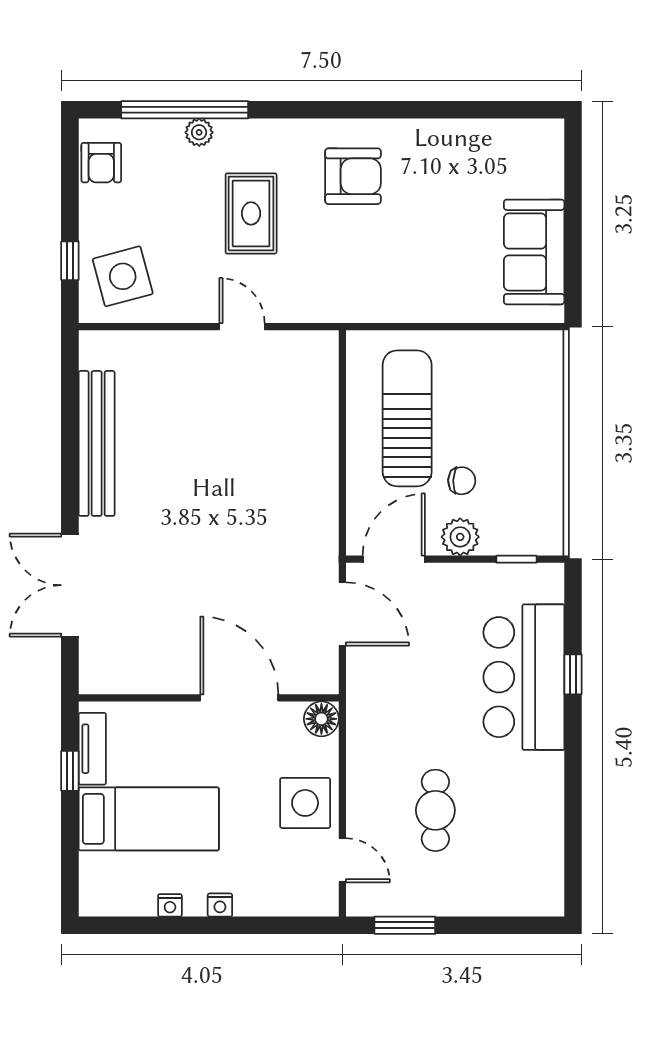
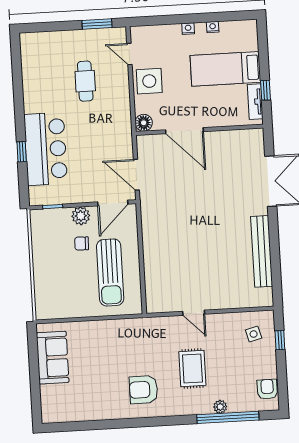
side table: (123, 276) -> (254, 334), width x0.54, depth x0.54

